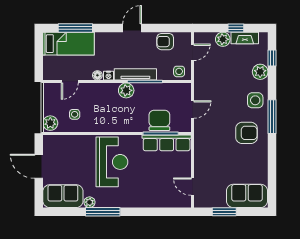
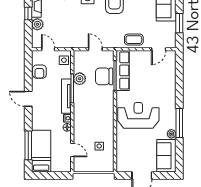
plant: (126, 90) -> (80, 79), moved
plant: (50, 123) -> (106, 166), removed
coffee table: (204, 156) -> (134, 40), added

